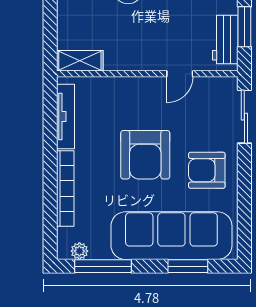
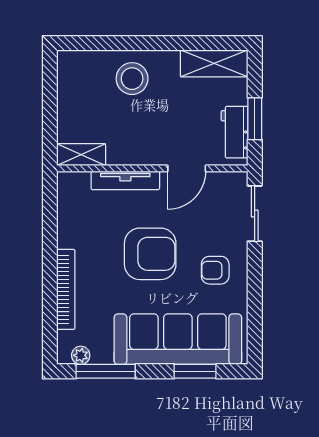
door: (180, 74) -> (187, 168), width x1.38
tv unit: (66, 117) -> (125, 180), moved, turned 90
armchair: (145, 155) -> (150, 254), turned -90
armchair: (207, 170) -> (215, 270), width x0.72, depth x0.72

